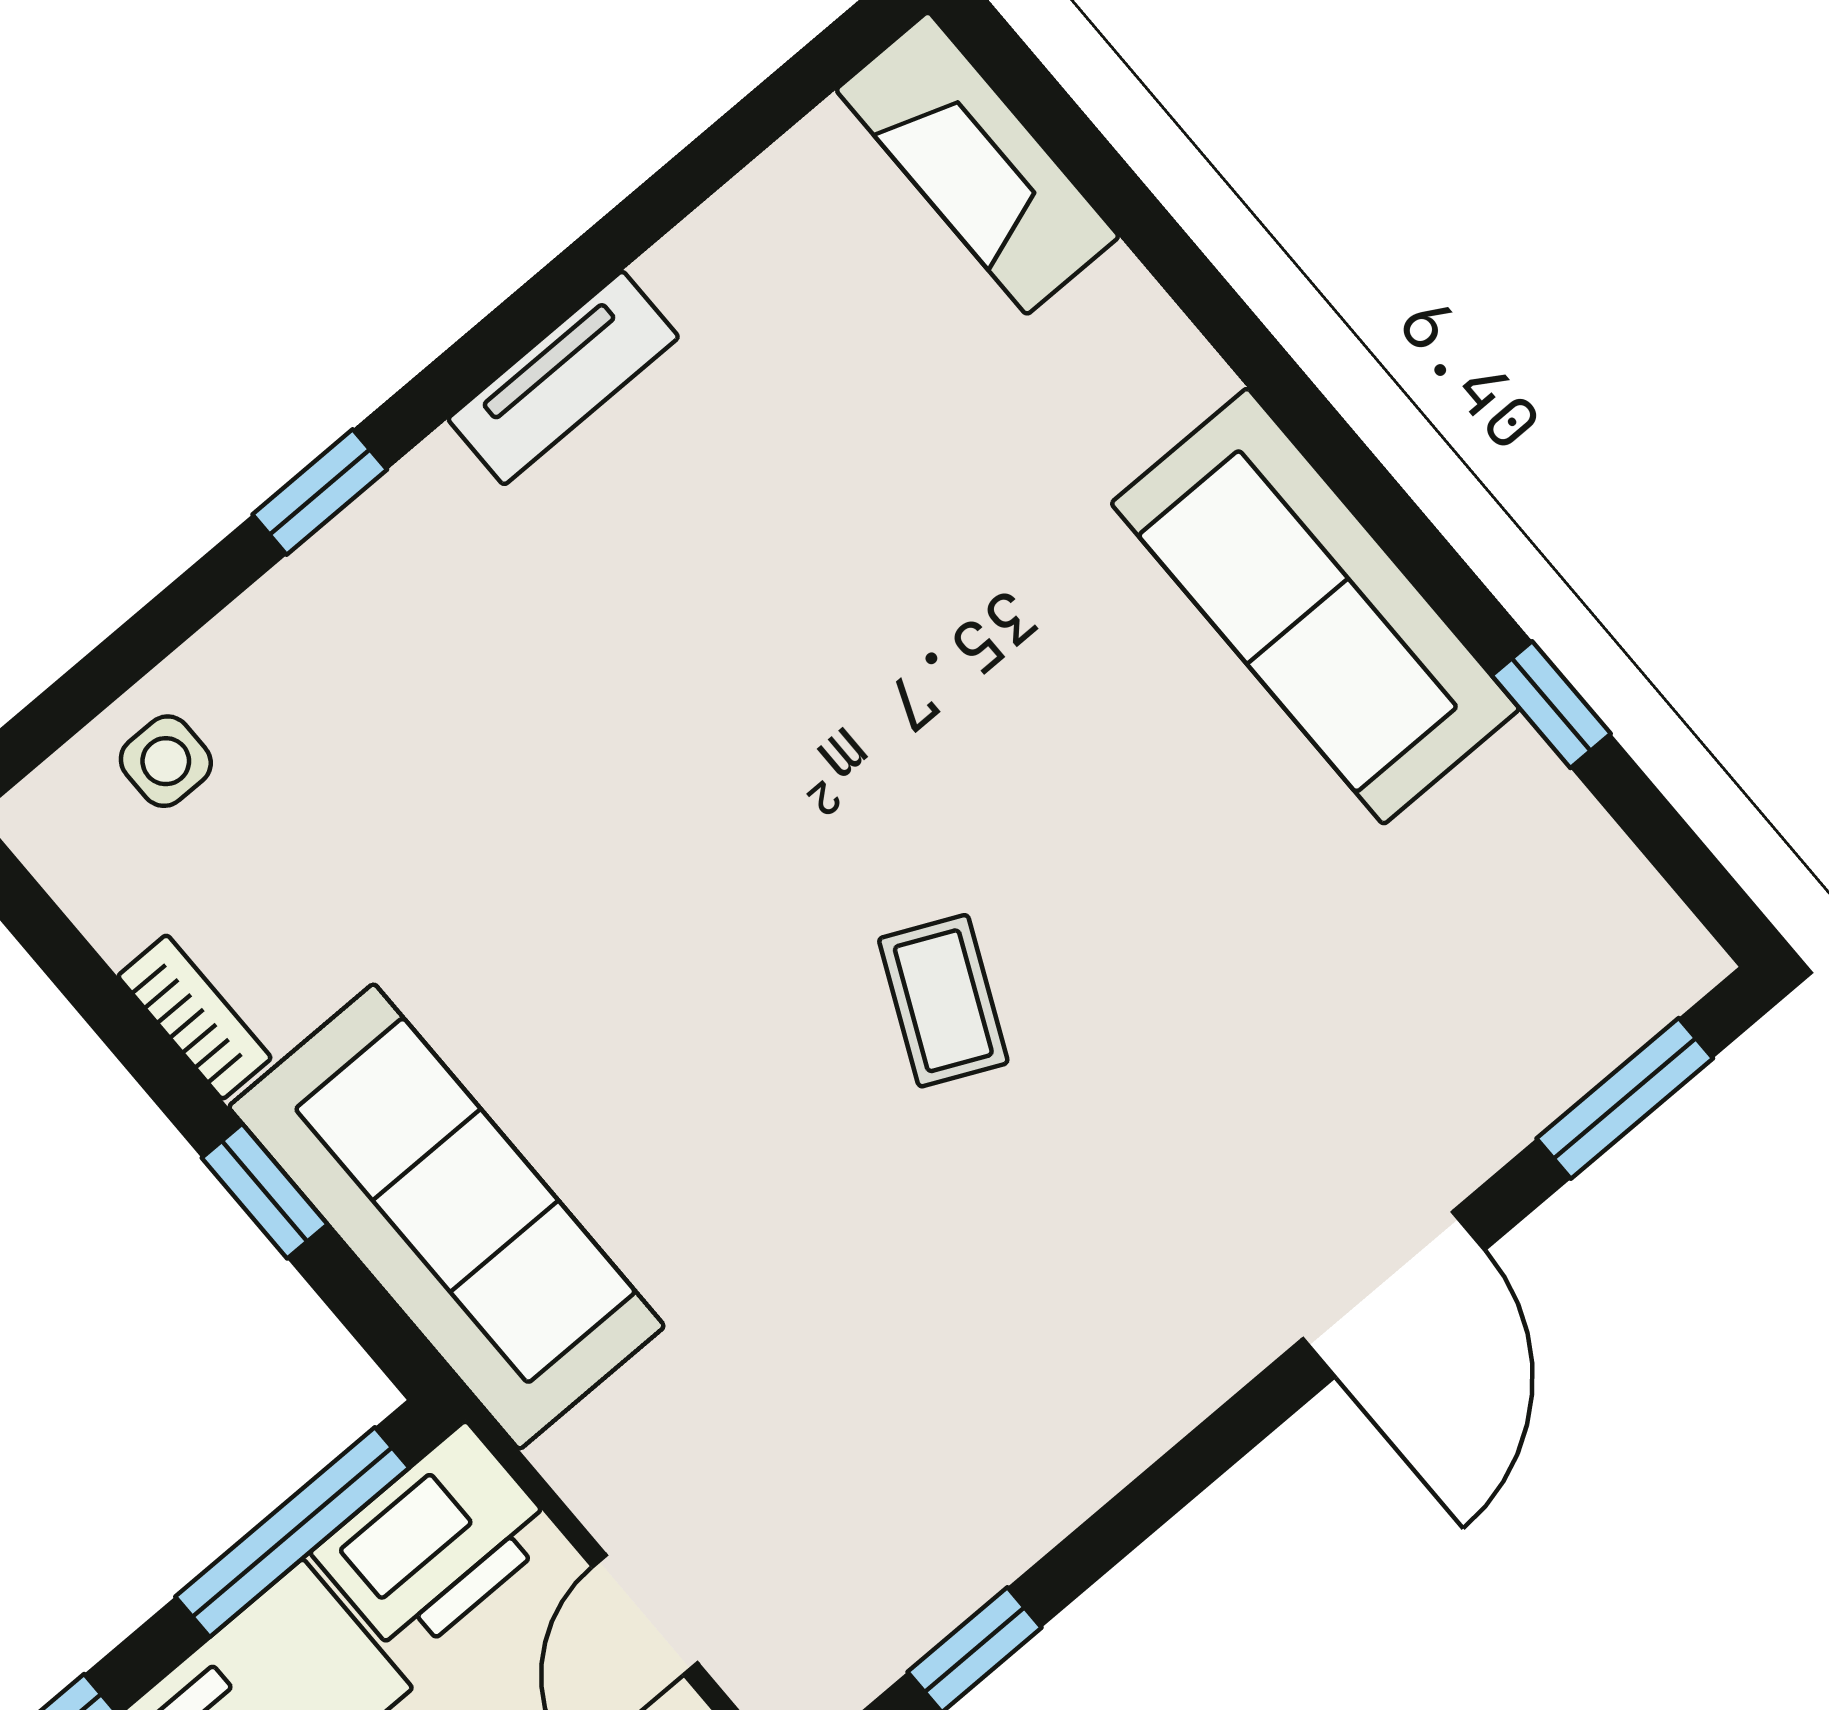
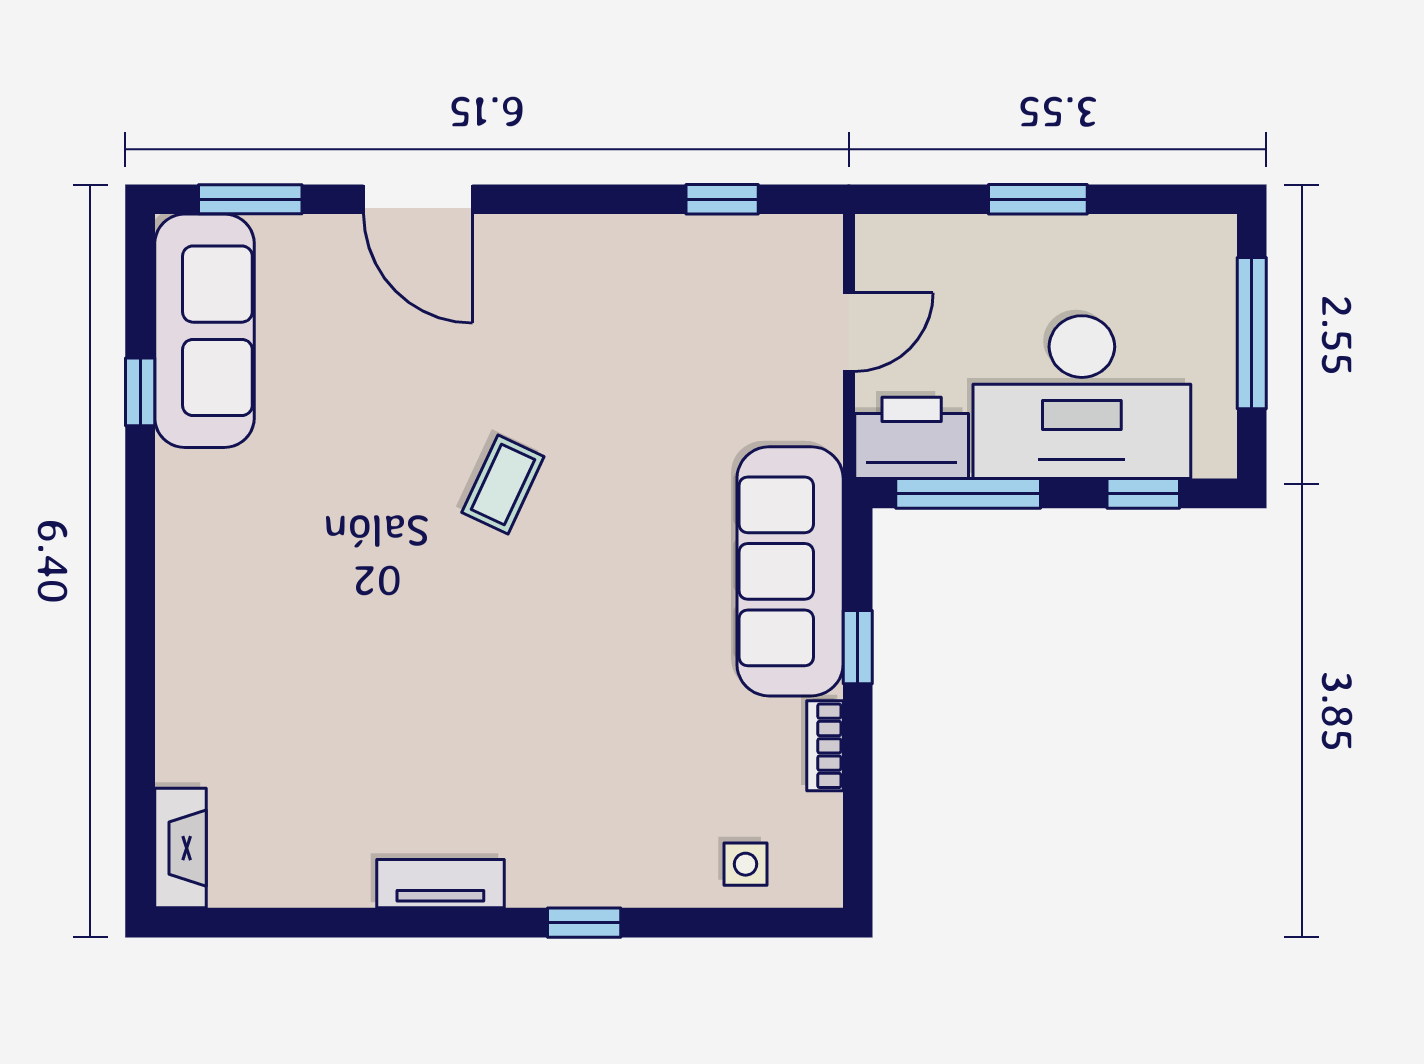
fireplace: (977, 163) -> (180, 848), width x0.73, depth x0.76
sofa: (1315, 606) -> (205, 331), moved
door: (1394, 1294) -> (418, 199), swing flipped

